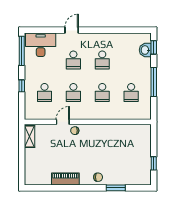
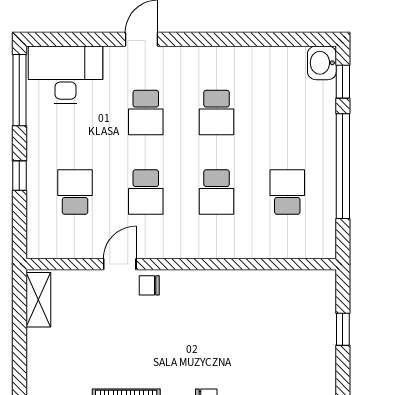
washbasin: (145, 50) -> (322, 63), moved
window: (154, 82) -> (343, 166), width x1.46
school desk: (44, 92) -> (75, 192), turned 180
school desk: (131, 92) -> (287, 192), turned 180
window: (154, 163) -> (343, 329), moved

